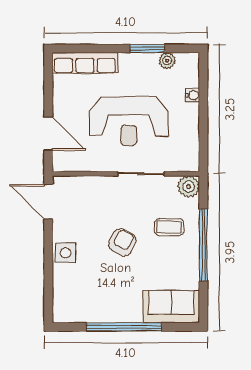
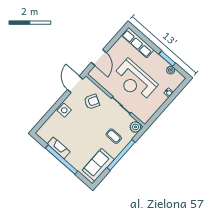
armchair: (122, 242) -> (92, 102), moved
sofa: (171, 307) -> (98, 165), moved, turned -90
fireplace: (105, 314) -> (59, 148), added

